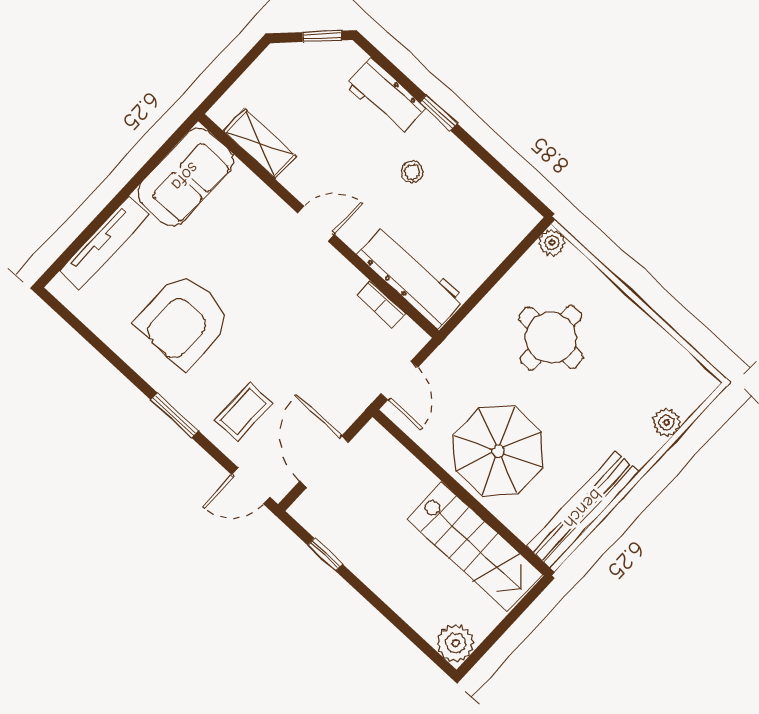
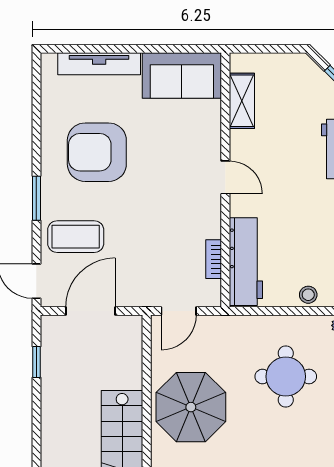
stool: (412, 172) -> (308, 295), moved
coffee table: (243, 412) -> (76, 237), width x1.36, depth x1.30

